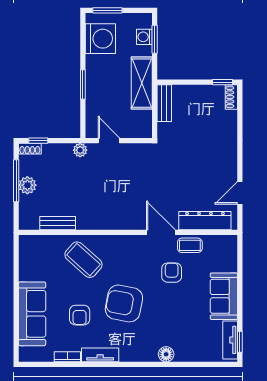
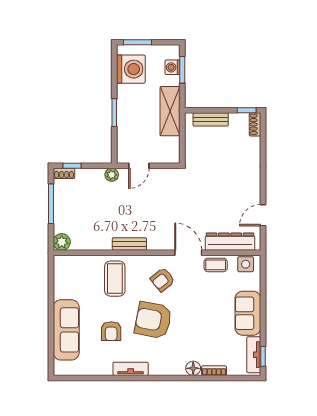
bench: (164, 103) -> (211, 119), moved, turned 90
door: (109, 141) -> (139, 166), swing flipped
plant: (27, 185) -> (62, 242), moved
bench: (58, 223) -> (129, 244), moved
side table: (221, 244) -> (246, 264), added
coffee table: (83, 260) -> (115, 279), turned 48
armchair: (172, 273) -> (163, 280), moved, turned -129
bookcase: (67, 357) -> (214, 371), moved

